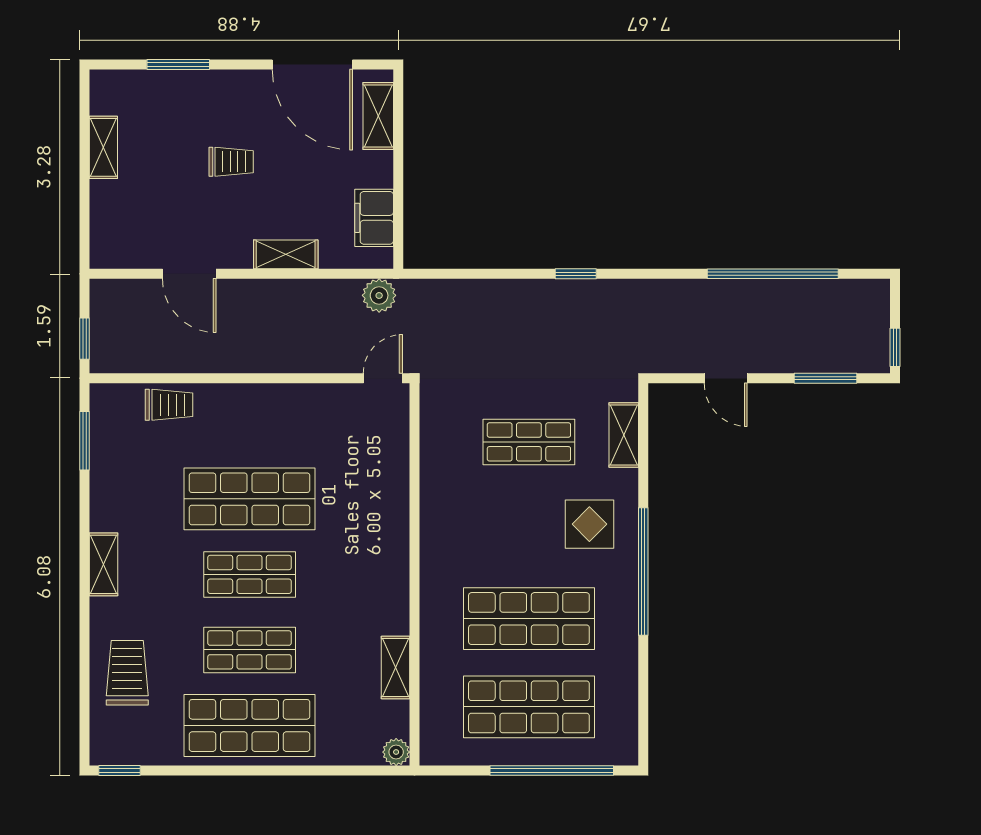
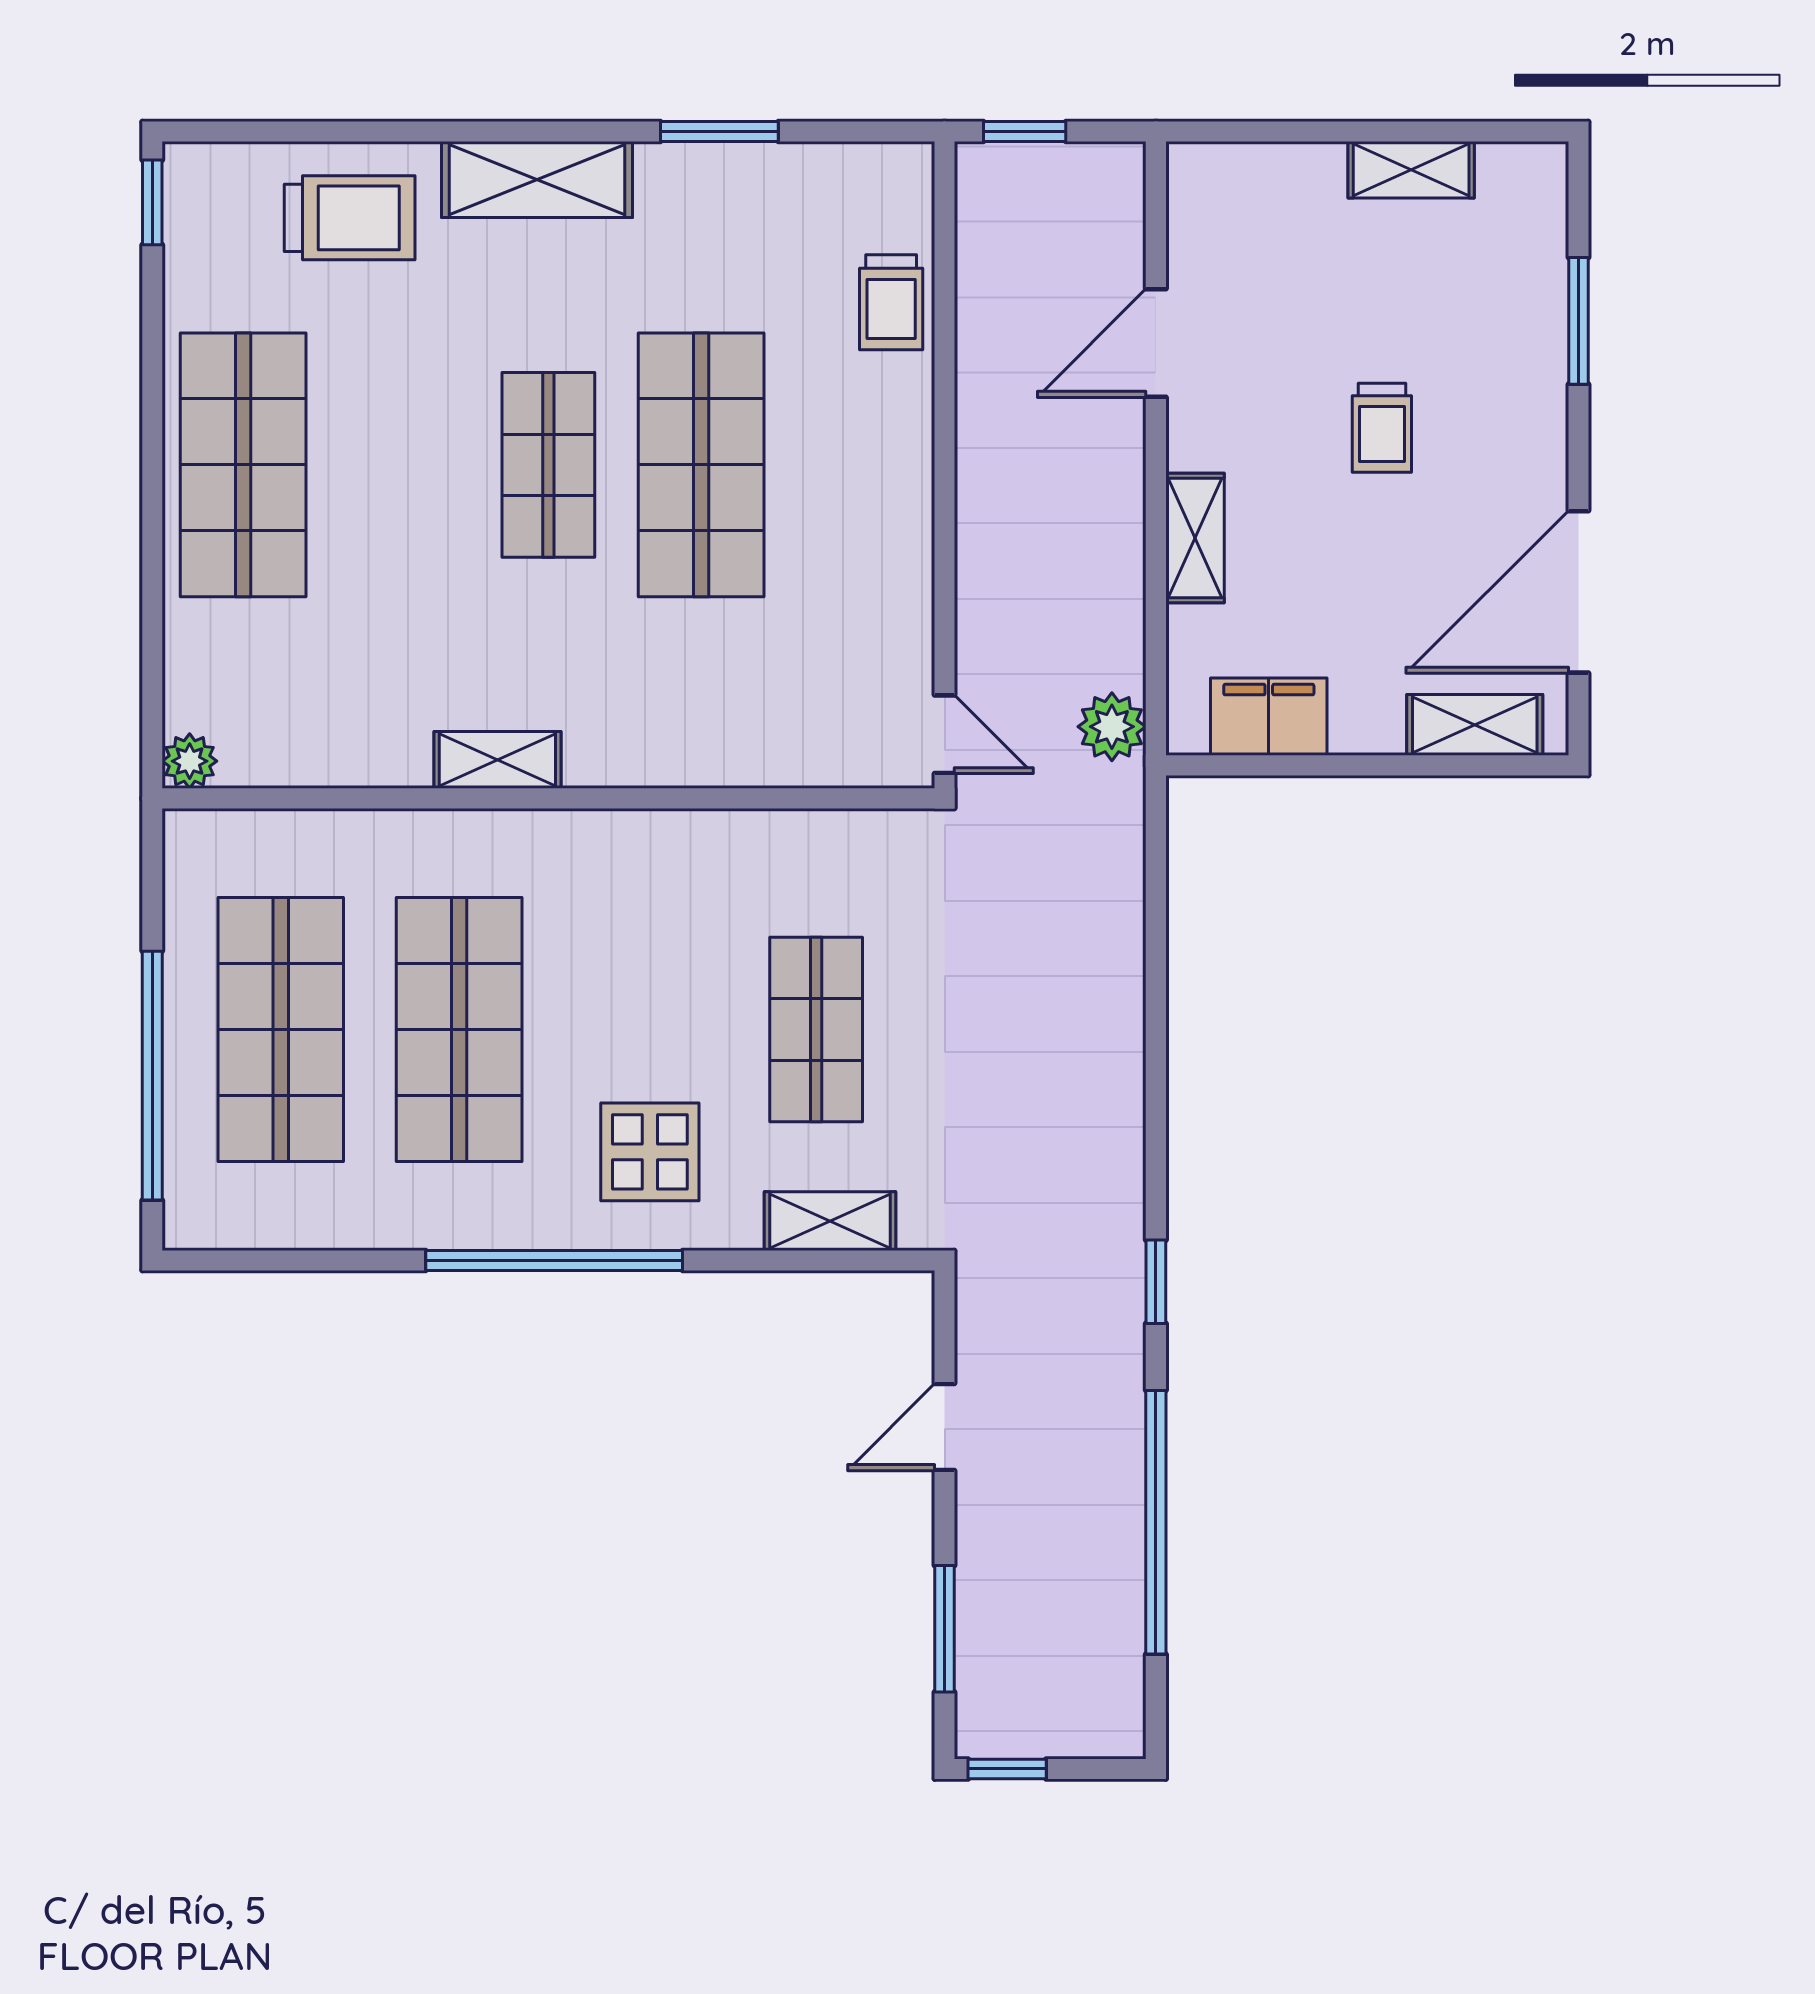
window: (576, 274) -> (1156, 1282), moved
window: (84, 441) -> (719, 131), moved
shelving: (104, 564) -> (537, 180), width x1.50, depth x1.33
shop shelf: (250, 650) -> (396, 465), removed
shelving: (396, 667) -> (497, 760), moved

